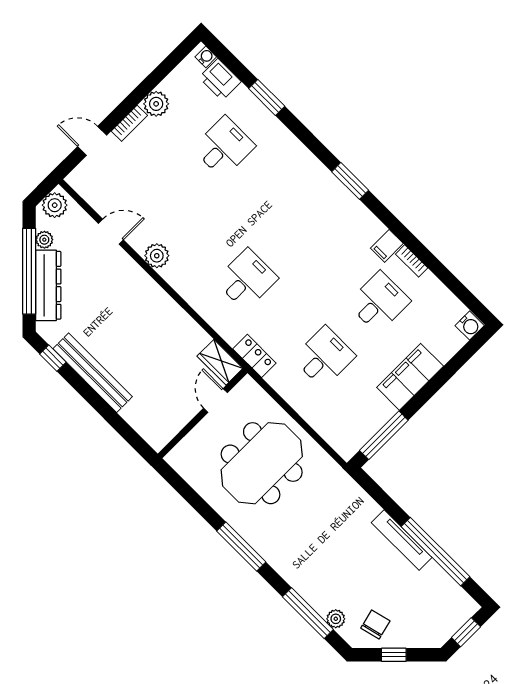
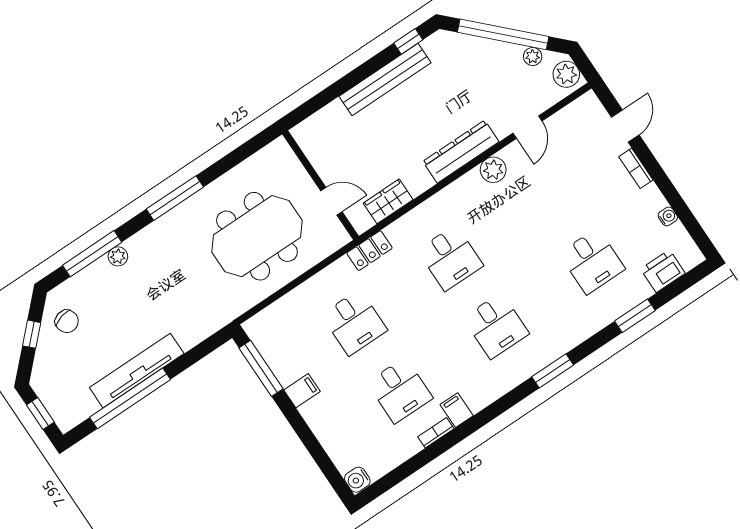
water cooler: (206, 57) -> (668, 216), moved, turned -90
plant: (156, 104) -> (651, 200), removed
window: (350, 181) -> (553, 371), moved
desk: (301, 225) -> (496, 326), added
dresser: (48, 285) -> (461, 152), moved, turned 135
wardrobe: (220, 362) -> (388, 201), moved
filing cabinet: (410, 377) -> (302, 391), width x0.33, depth x0.86
meeting table: (262, 463) -> (257, 236), turned 90
tv unit: (402, 540) -> (137, 371), width x1.36, depth x1.29
plant: (336, 619) -> (118, 256), moved

